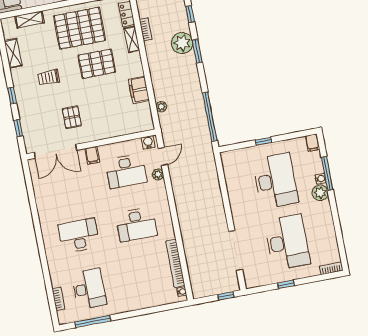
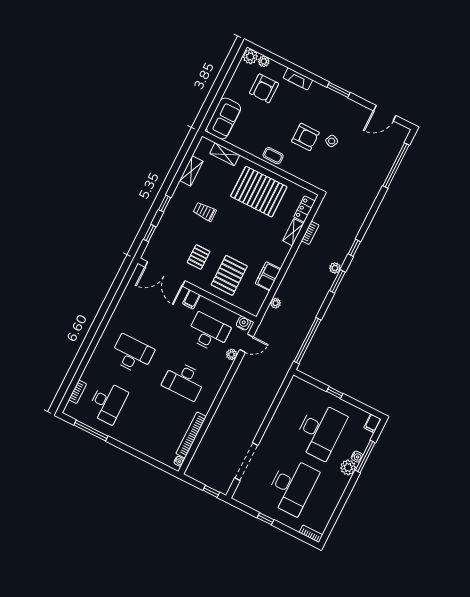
plant: (182, 43) -> (335, 268), width x0.53, depth x0.53
pallet: (97, 64) -> (229, 275), moved, turned 90
desk: (126, 171) -> (208, 332), turned 180

